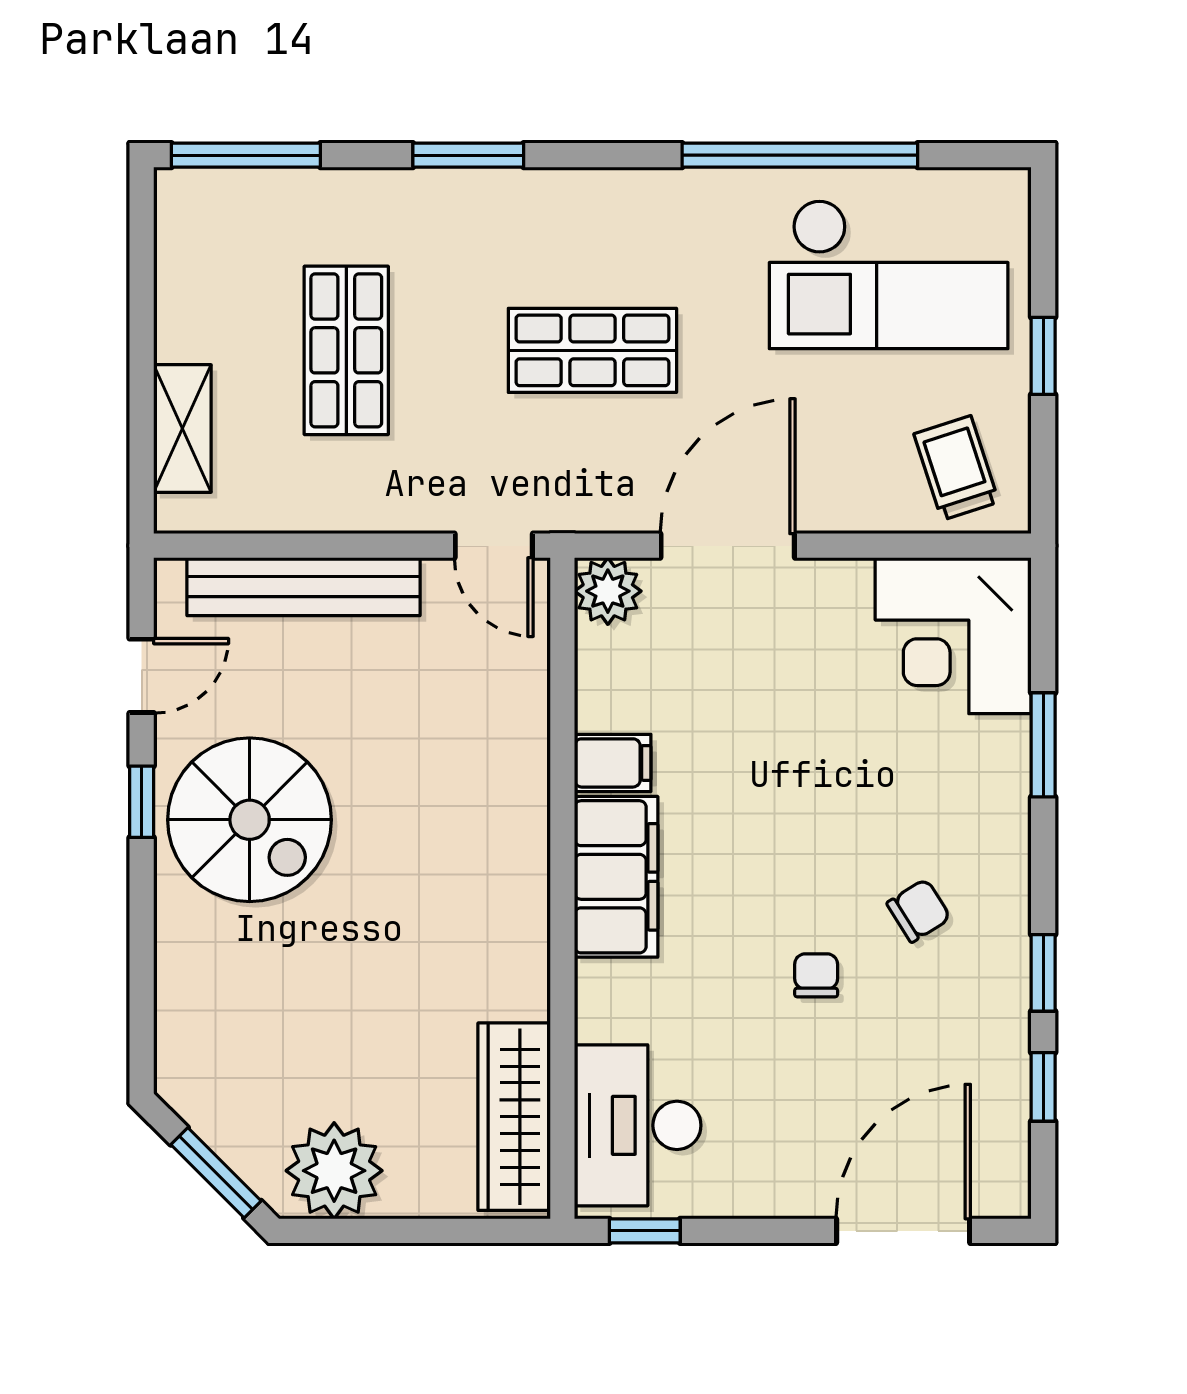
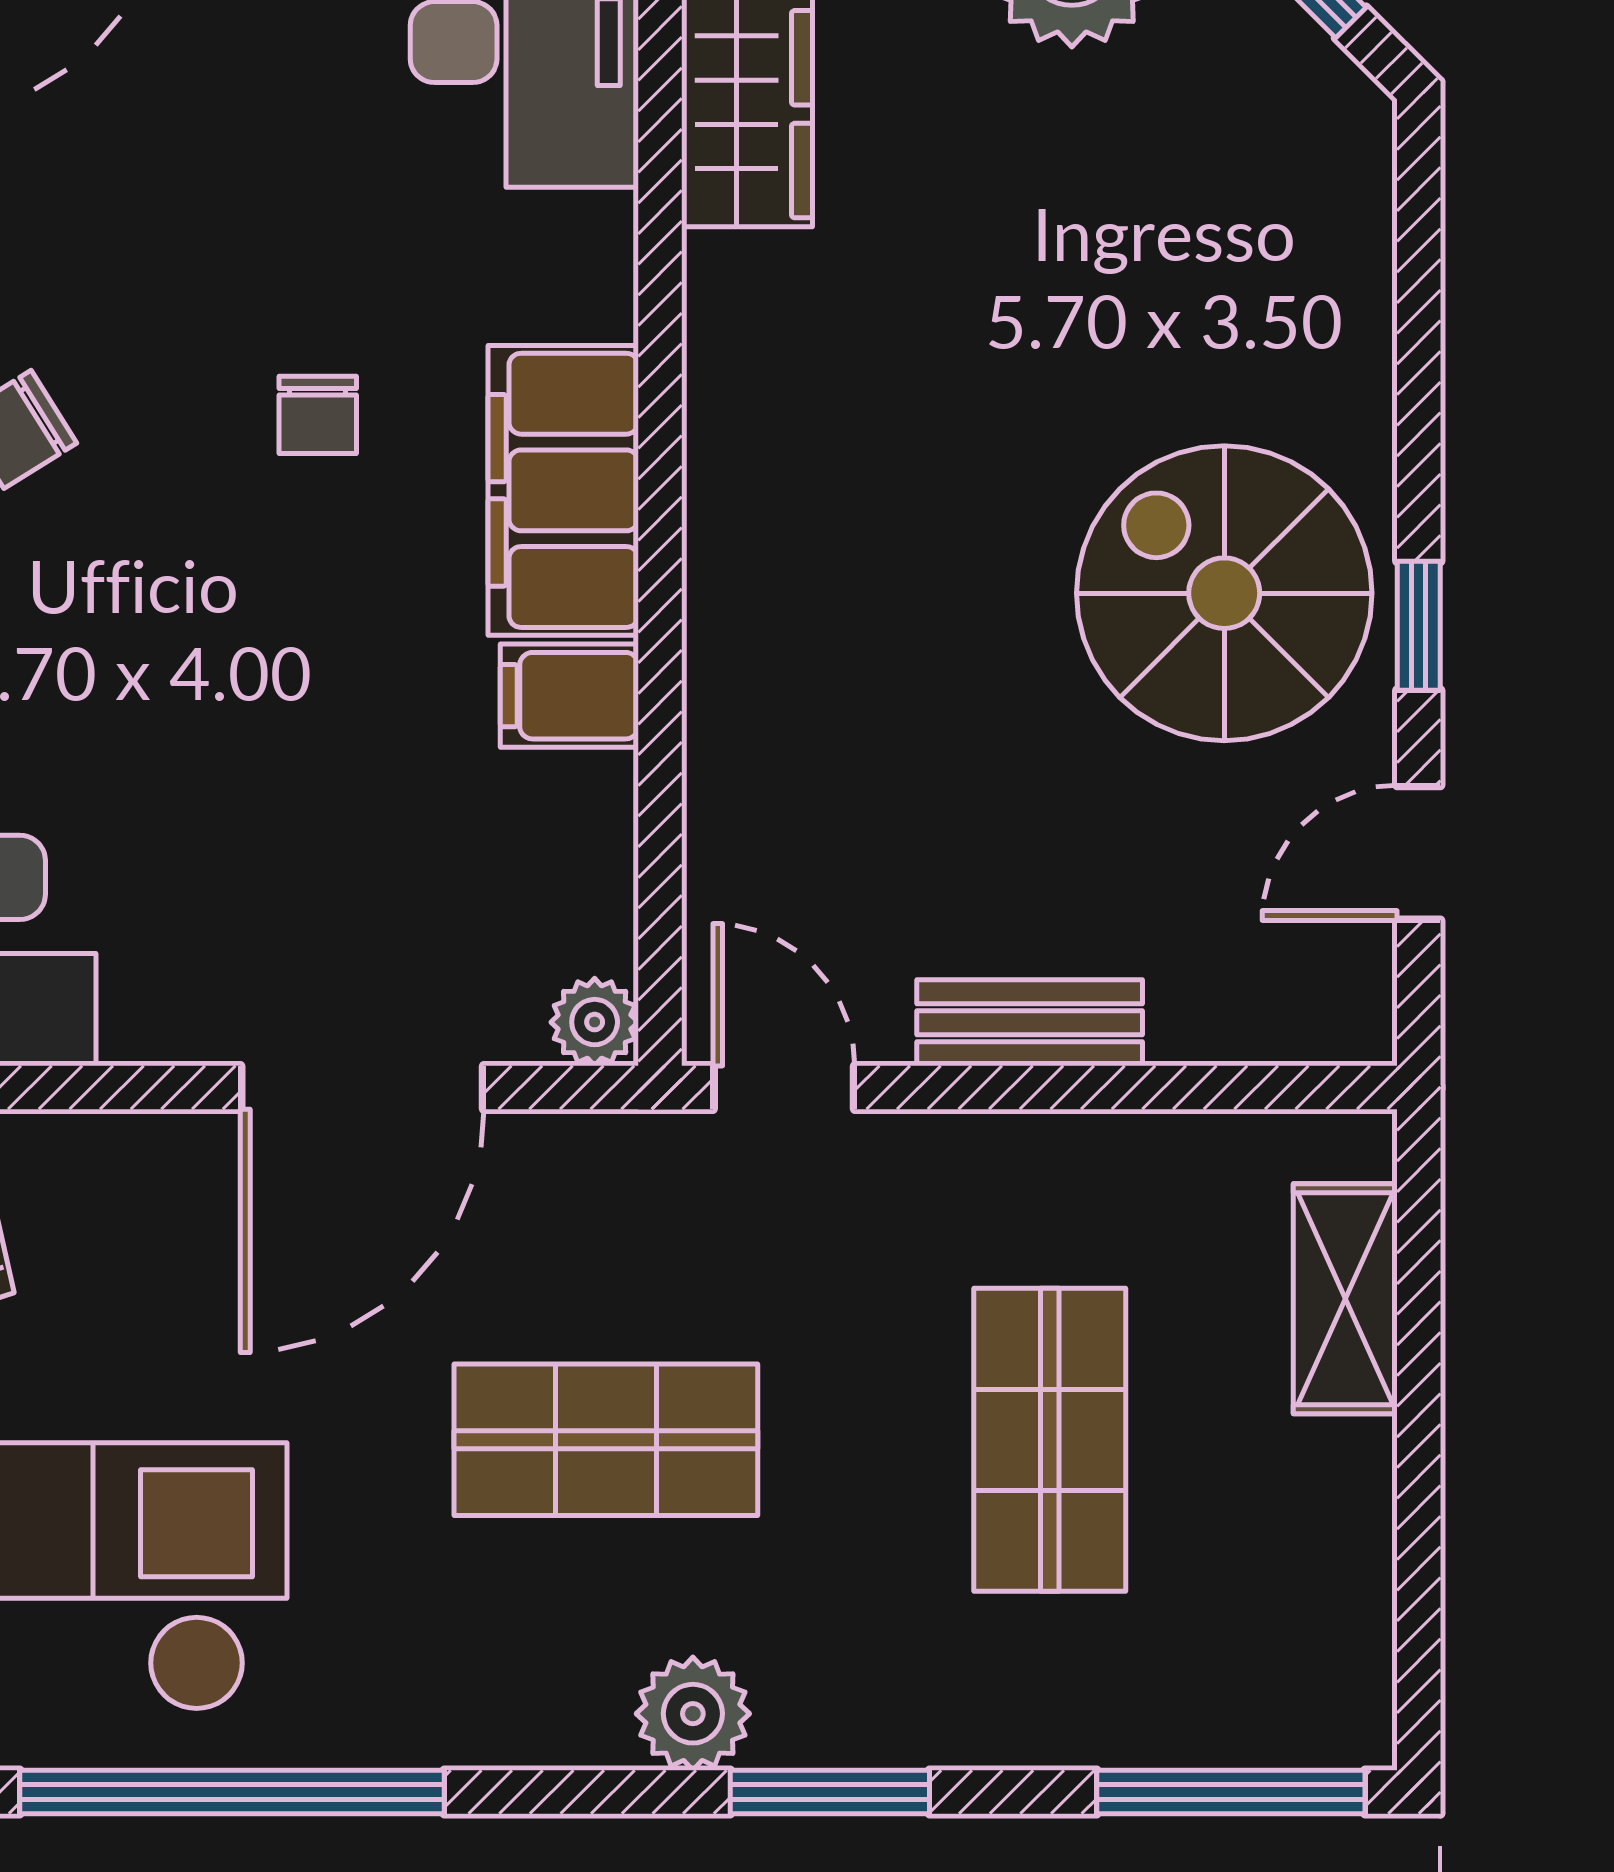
plant: (544, 198) -> (693, 1714), added
bench: (303, 587) -> (1030, 1023), width x0.54, depth x0.82
plant: (608, 591) -> (595, 1022), width x0.73, depth x0.73
chair: (816, 975) -> (318, 415), moved

